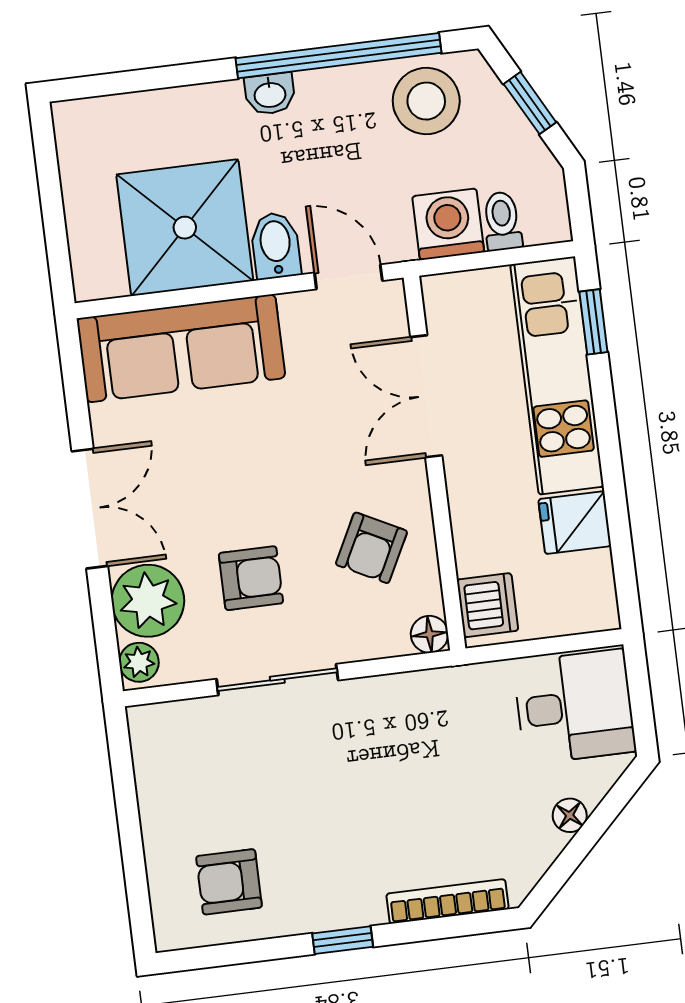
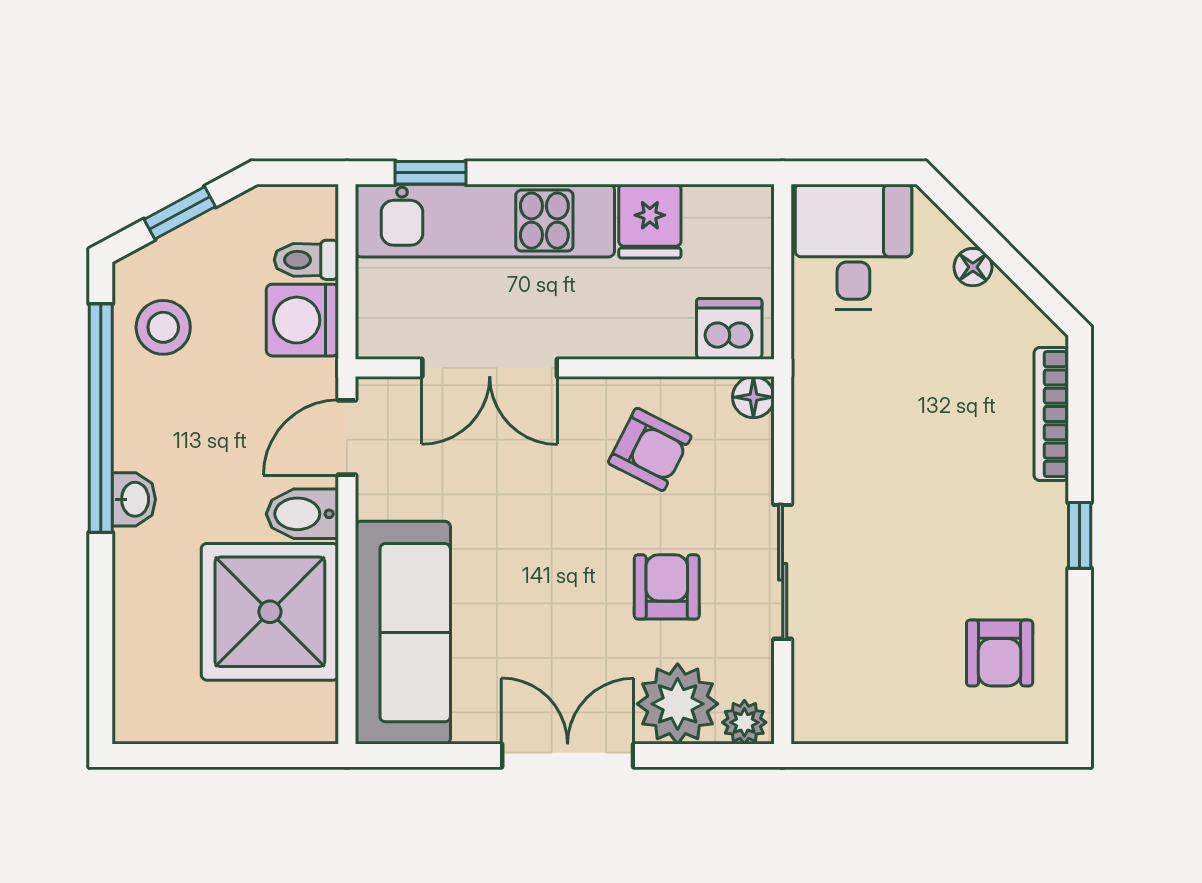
stool: (426, 101) -> (163, 327), width x0.73, depth x0.73

